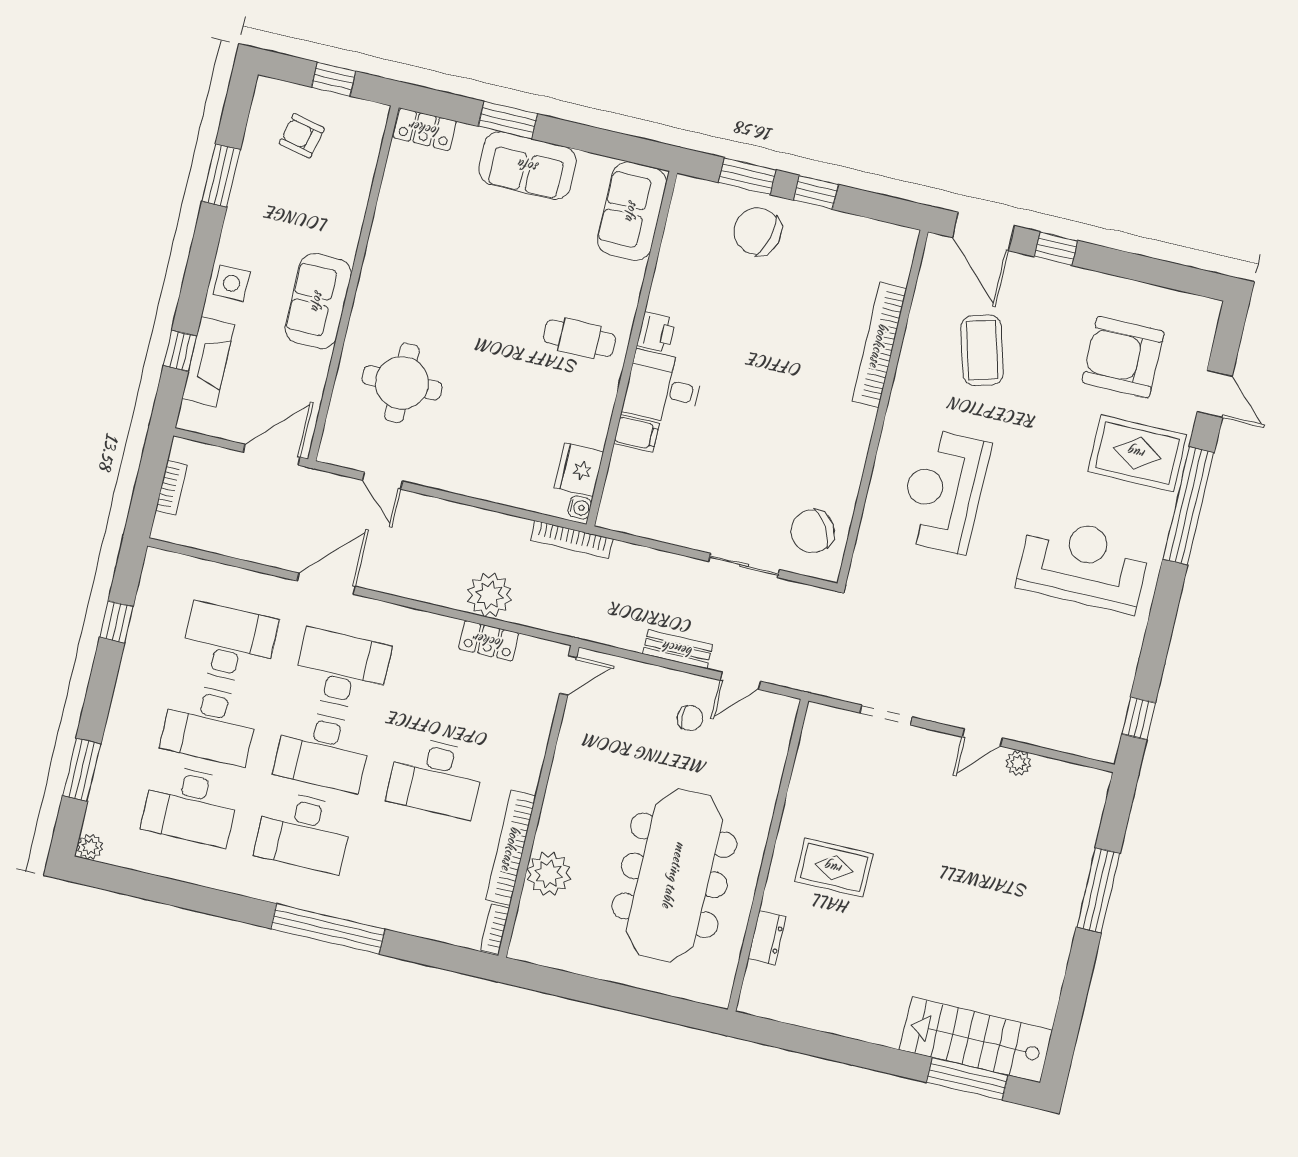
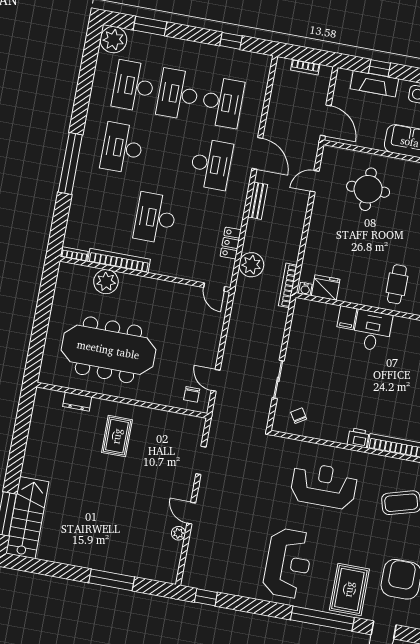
printer: (656, 332) -> (358, 438), moved, turned 180
chair: (813, 531) -> (299, 416), width x0.54, depth x0.54
plant: (489, 595) -> (251, 265), moved
bench: (678, 649) -> (258, 201), moved
chair: (690, 718) -> (192, 394), moved
desk: (323, 751) -> (167, 156), removed
plant: (90, 847) -> (113, 40), width x1.87, depth x1.87

